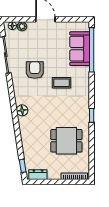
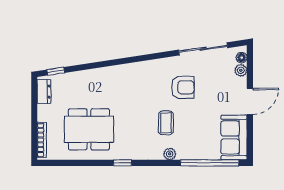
sofa: (80, 49) -> (234, 137), moved, turned -90
plant: (85, 80) -> (170, 154), added
floor lamp: (22, 110) -> (129, 71), removed
dining table: (66, 141) -> (89, 129), width x1.38

